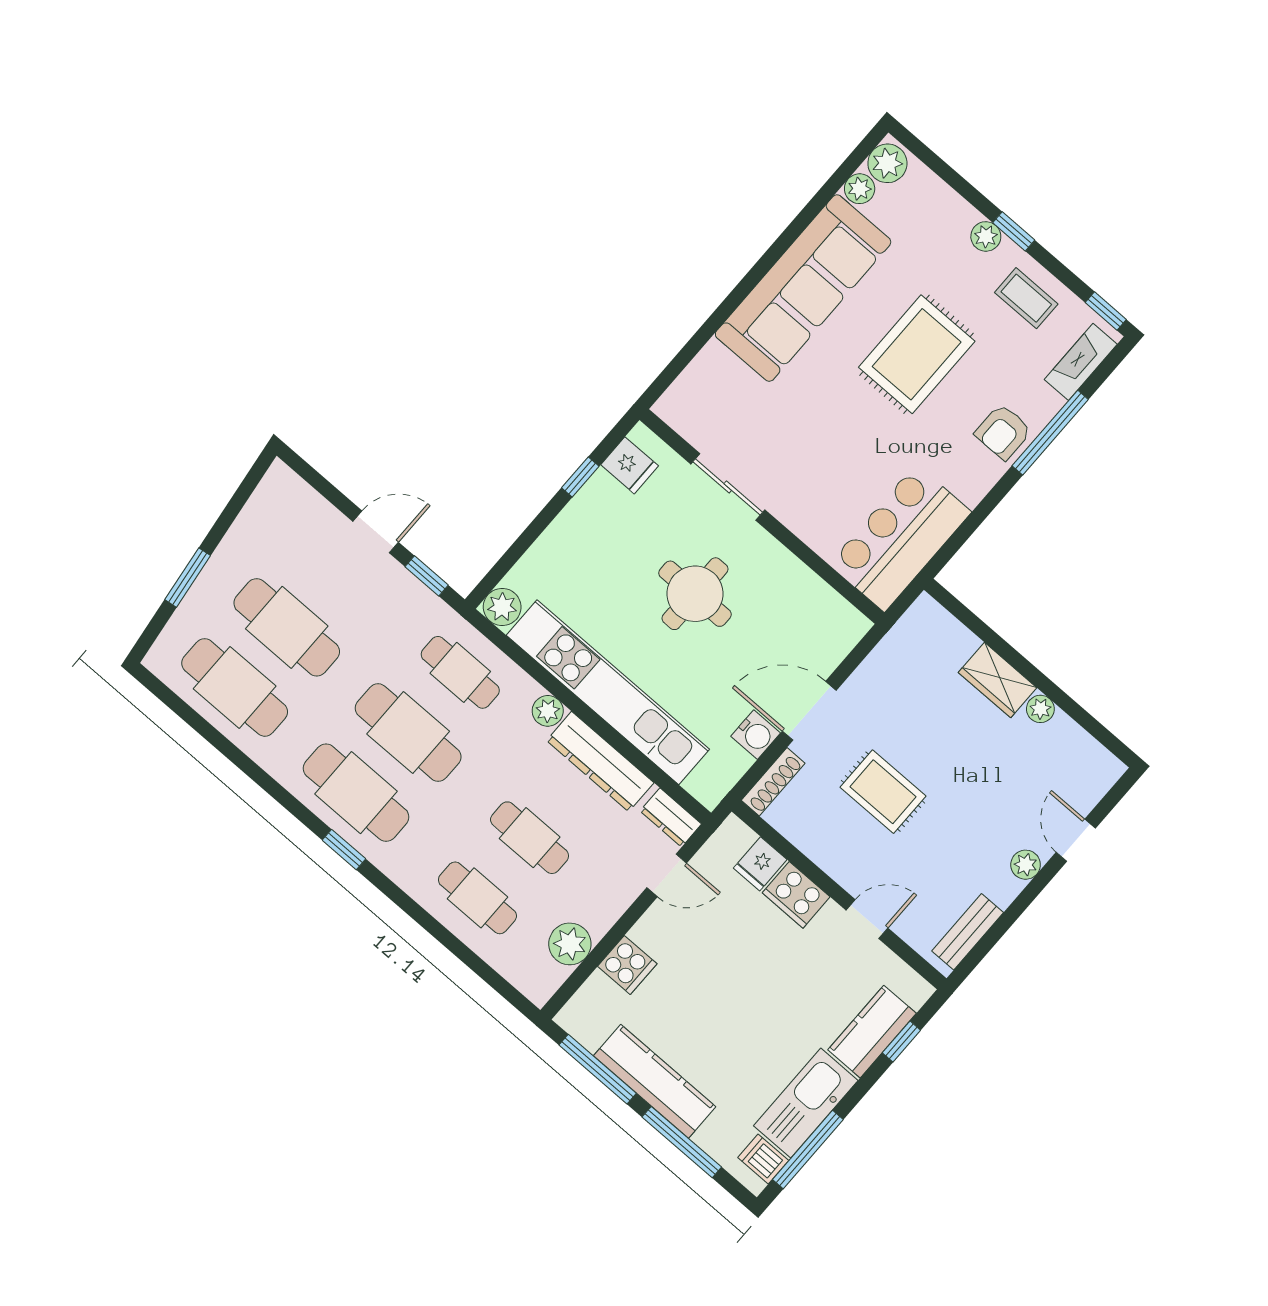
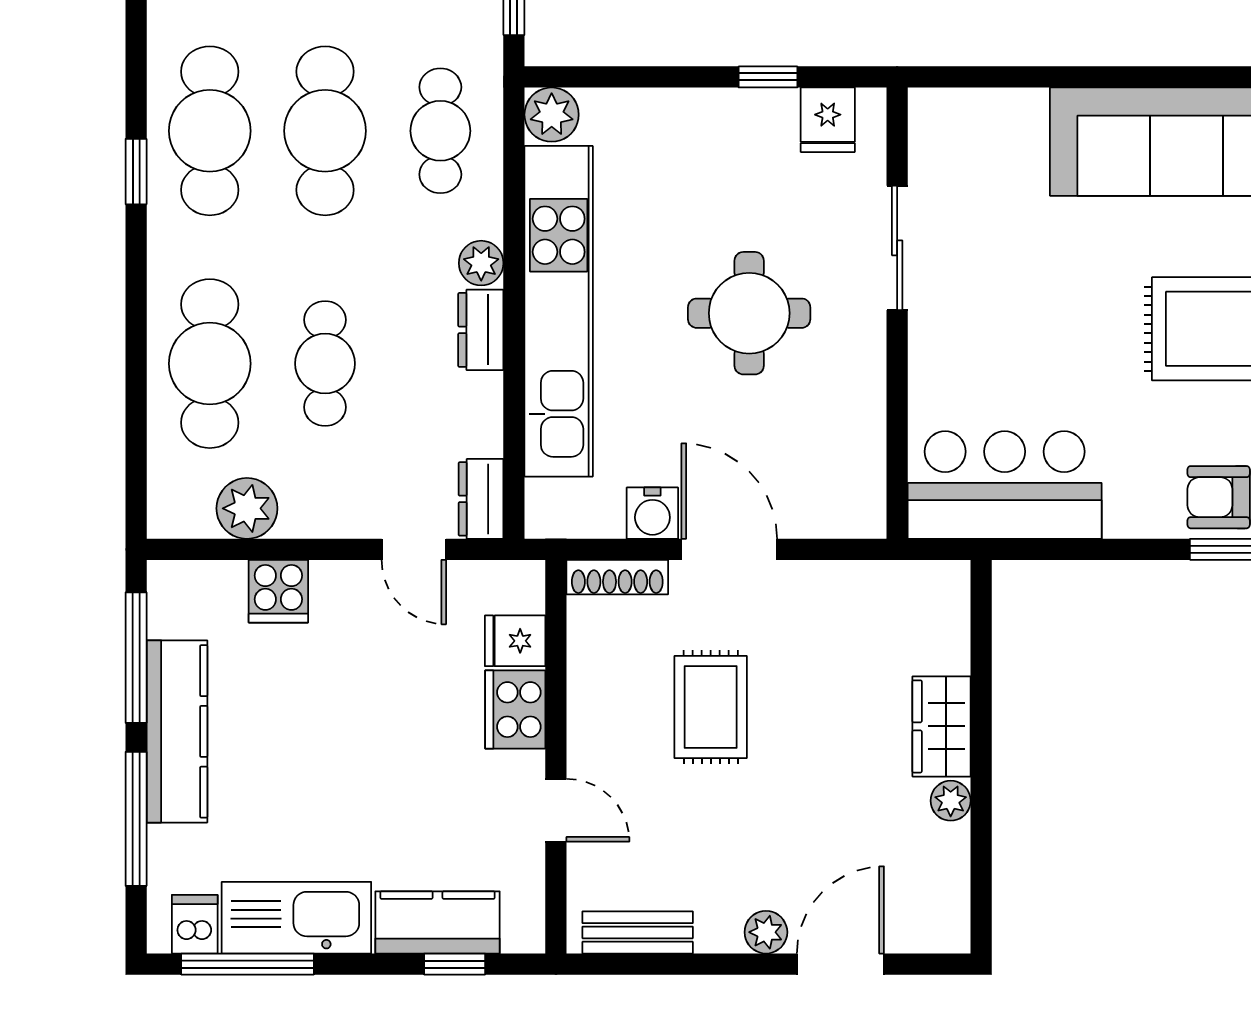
dresser: (600, 762) -> (481, 330), width x0.51, depth x0.80
door: (1076, 840) -> (840, 964), width x1.38
cafe table: (477, 898) -> (210, 364), width x1.37, depth x1.35

